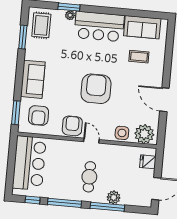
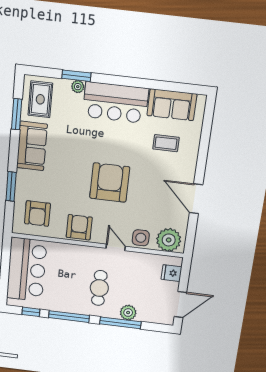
sofa: (33, 79) -> (32, 146), moved
window: (16, 113) -> (11, 186), moved
door: (91, 141) -> (116, 247), moved

